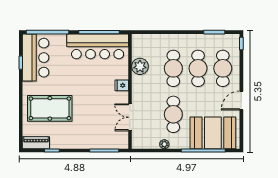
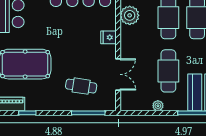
double door: (130, 117) -> (118, 74), swing flipped
cafe table: (98, 127) -> (81, 86), added

